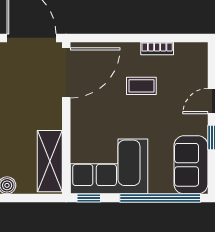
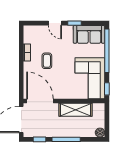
shelving: (50, 161) -> (75, 110), moved

